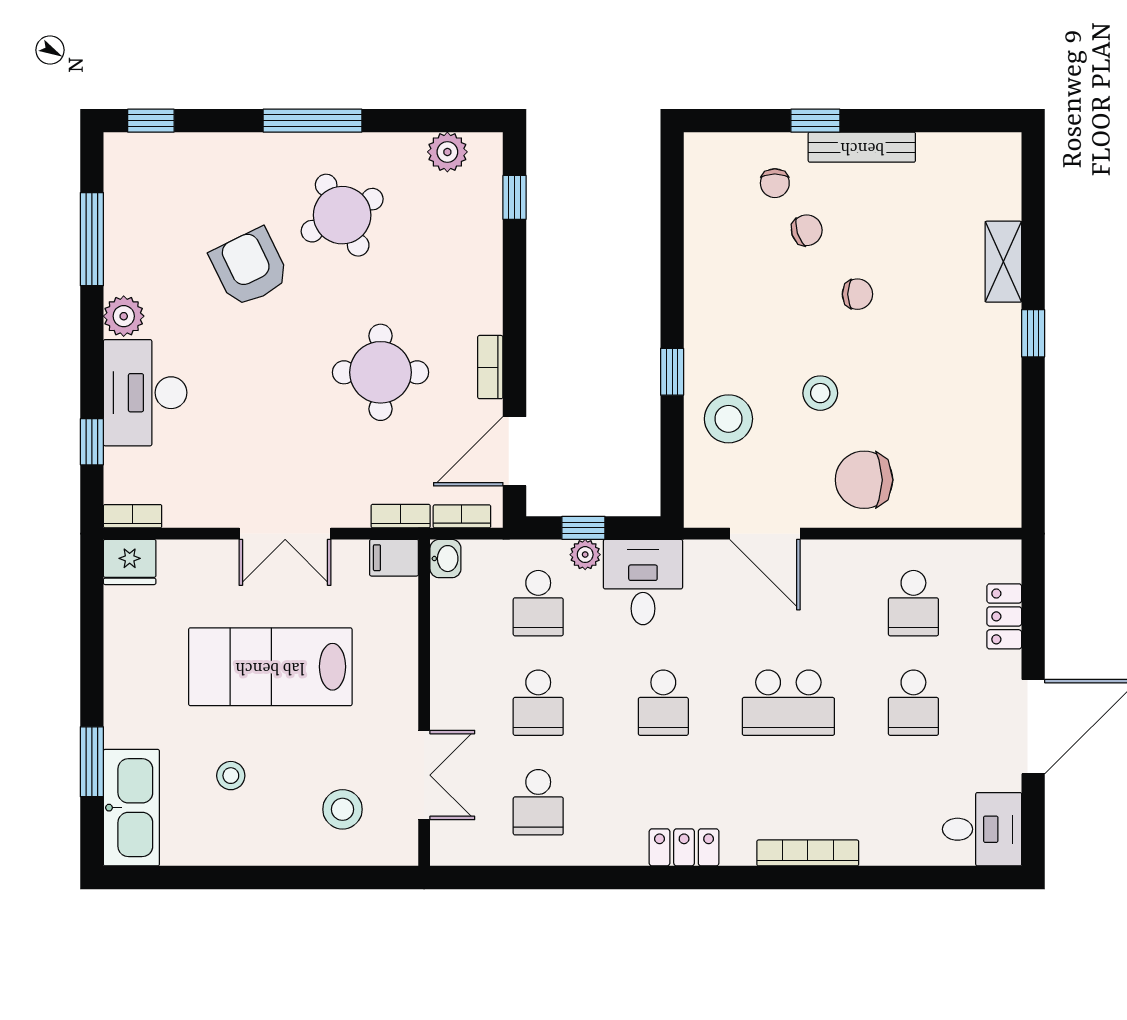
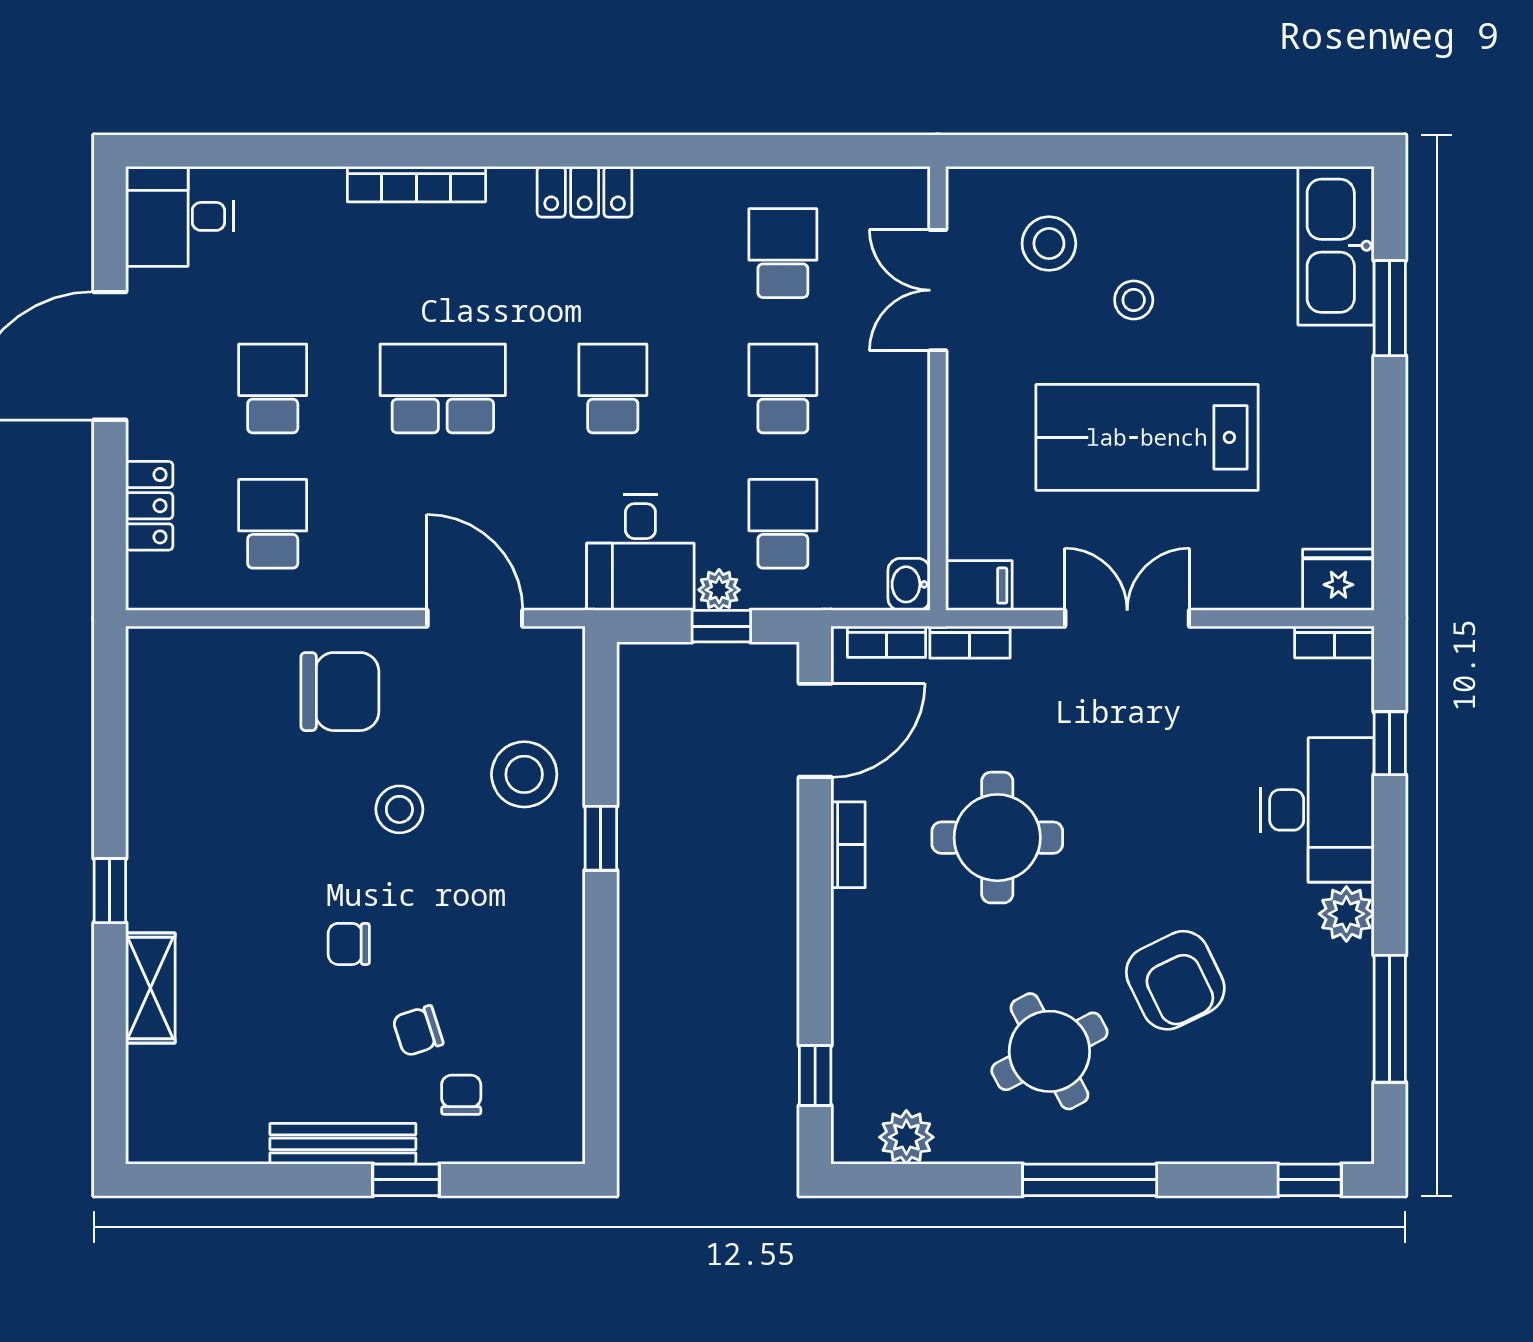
lab bench: (270, 667) -> (1147, 437), turned 180
stool: (231, 776) -> (1134, 300), moved

